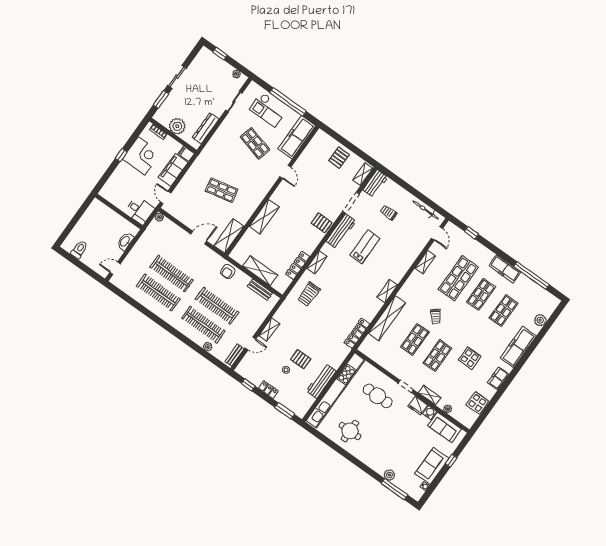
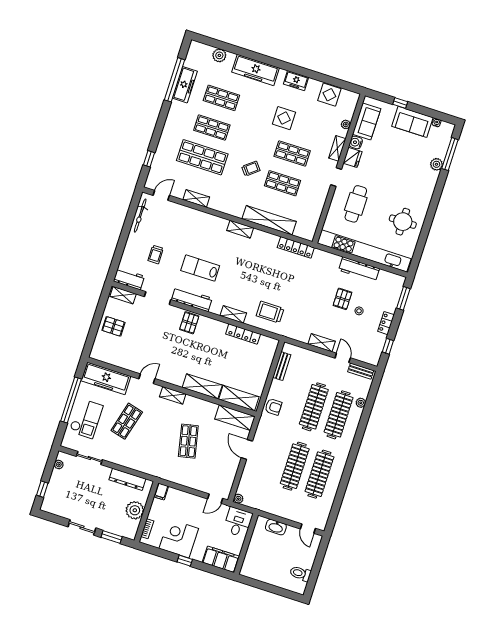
filing cabinet: (173, 170) -> (221, 559), moved, turned 180
shelving: (264, 189) -> (173, 395), added
freezer: (505, 269) -> (185, 85), moved
shelving: (260, 271) -> (239, 398), moved, turned 90
trolley: (309, 294) -> (270, 312), turned 180

